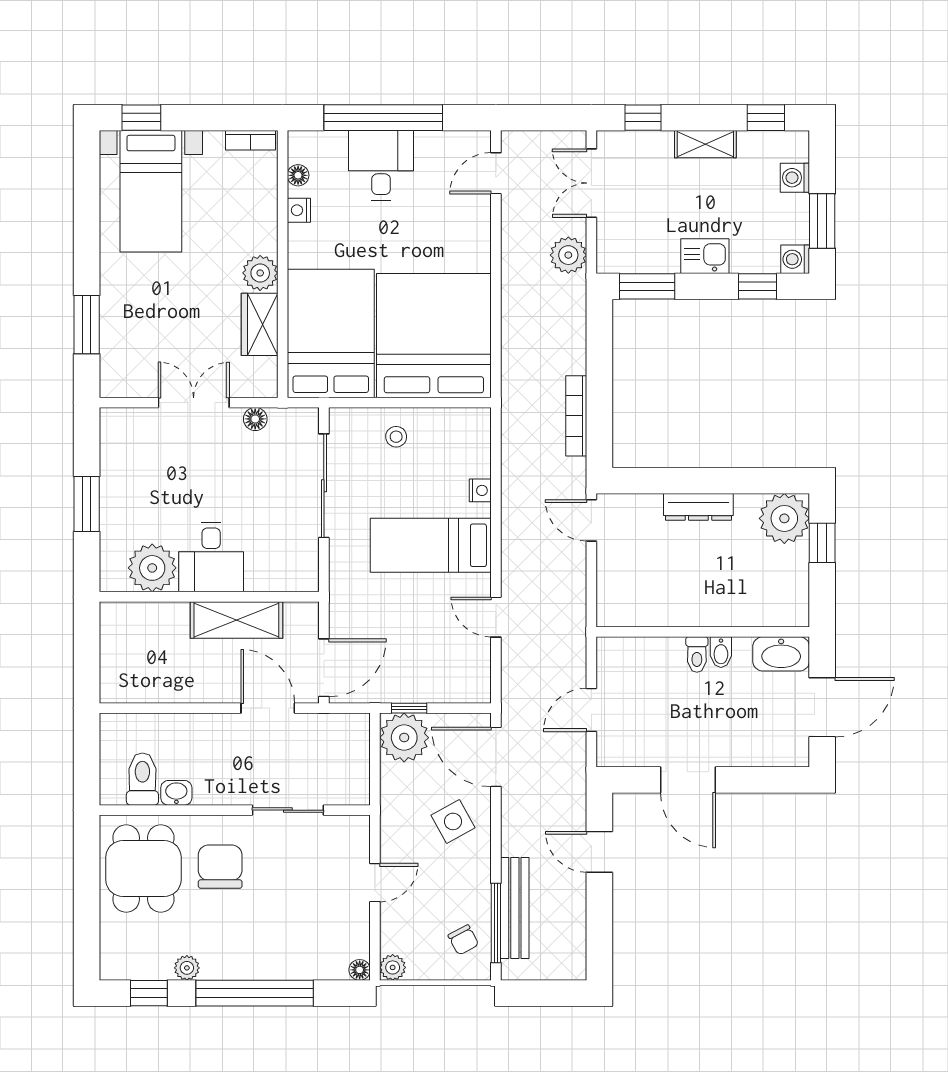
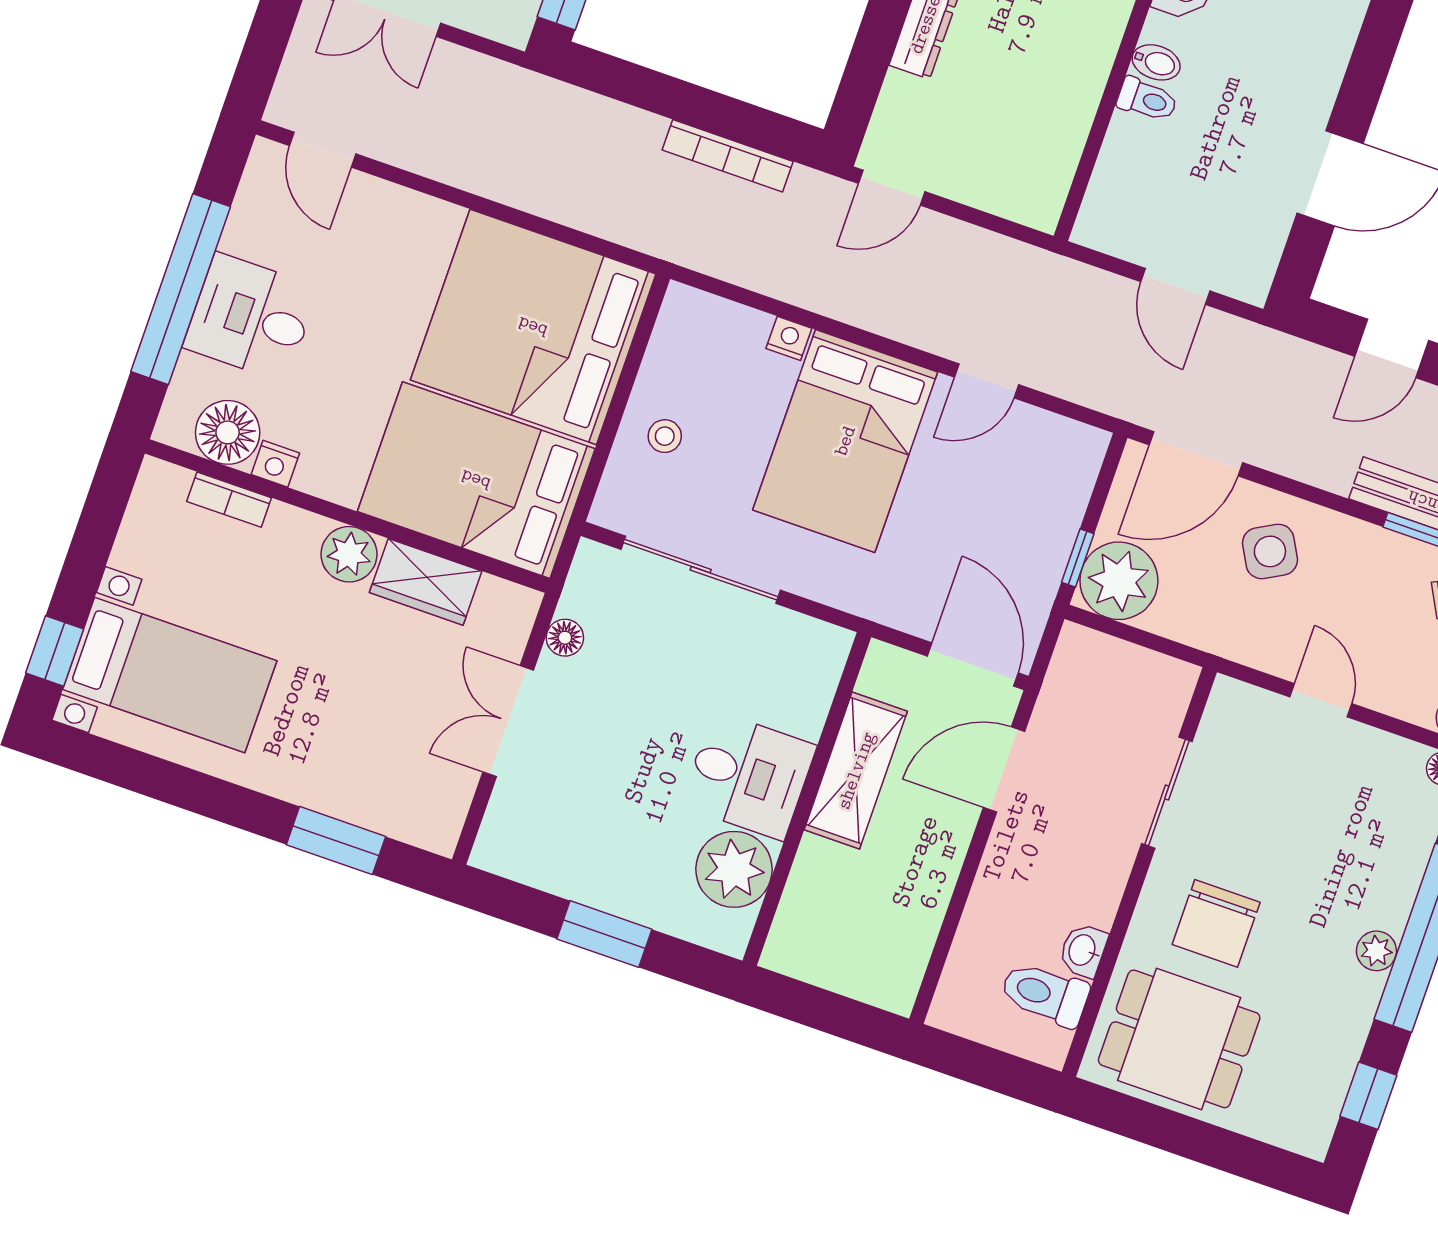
bookcase: (250, 140) -> (229, 500), moved, turned 90
floor lamp: (298, 175) -> (228, 432), width x1.89, depth x1.89
plant: (568, 255) -> (483, 84), removed
bed: (431, 545) -> (845, 441), width x1.50
chair: (220, 867) -> (1216, 923), turned -90
plant: (187, 968) -> (1376, 951), moved

